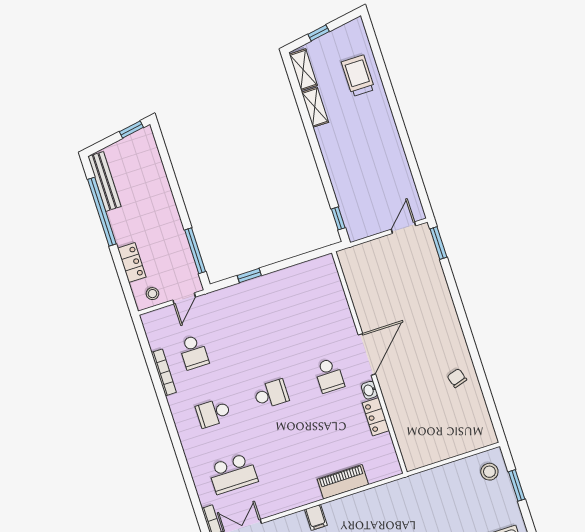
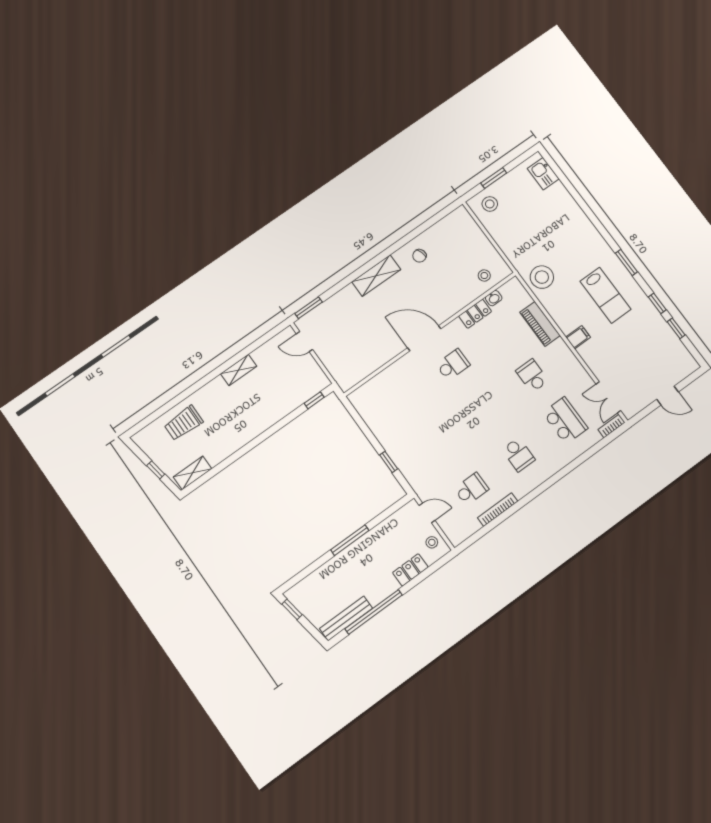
shelving: (315, 107) -> (239, 370), moved
window: (195, 251) -> (350, 540), moved
shelving: (450, 325) -> (376, 276), added
washbasin: (369, 390) -> (494, 298), moved
school desk: (271, 394) -> (532, 376), moved
stool: (414, 440) -> (484, 276), added
stool: (392, 501) -> (542, 277), added

